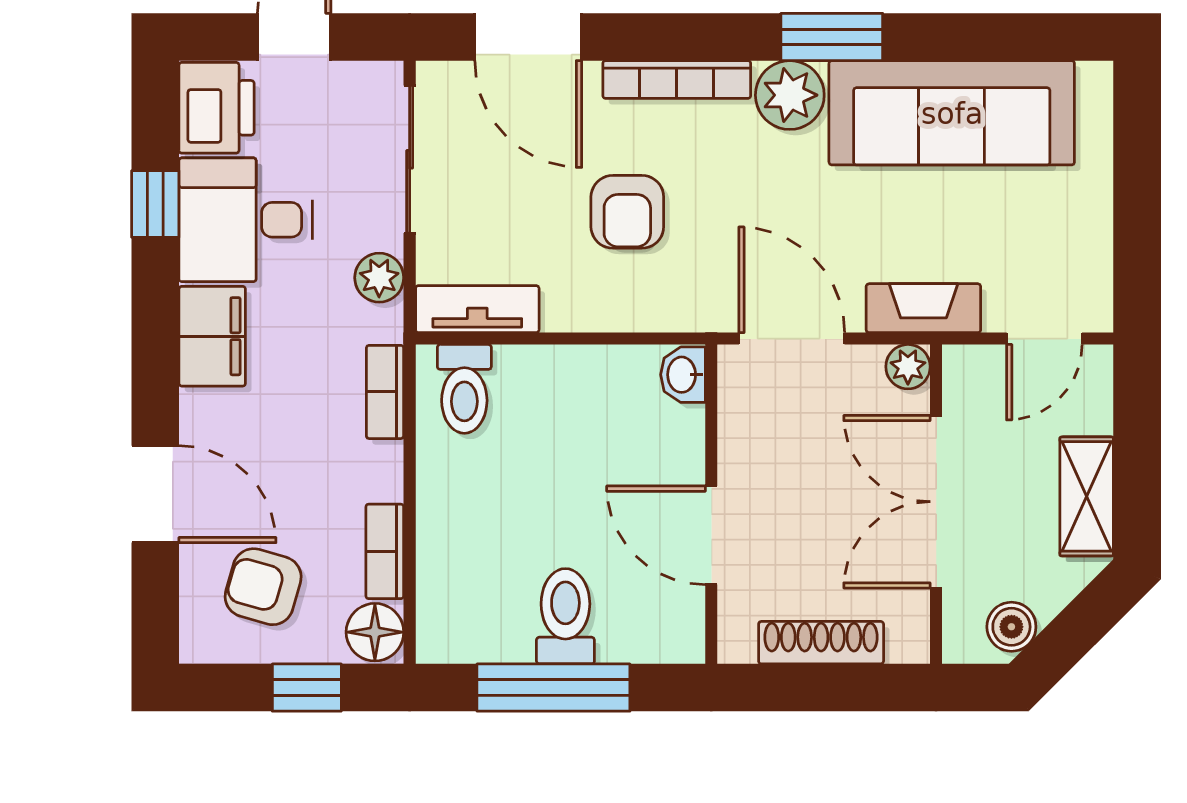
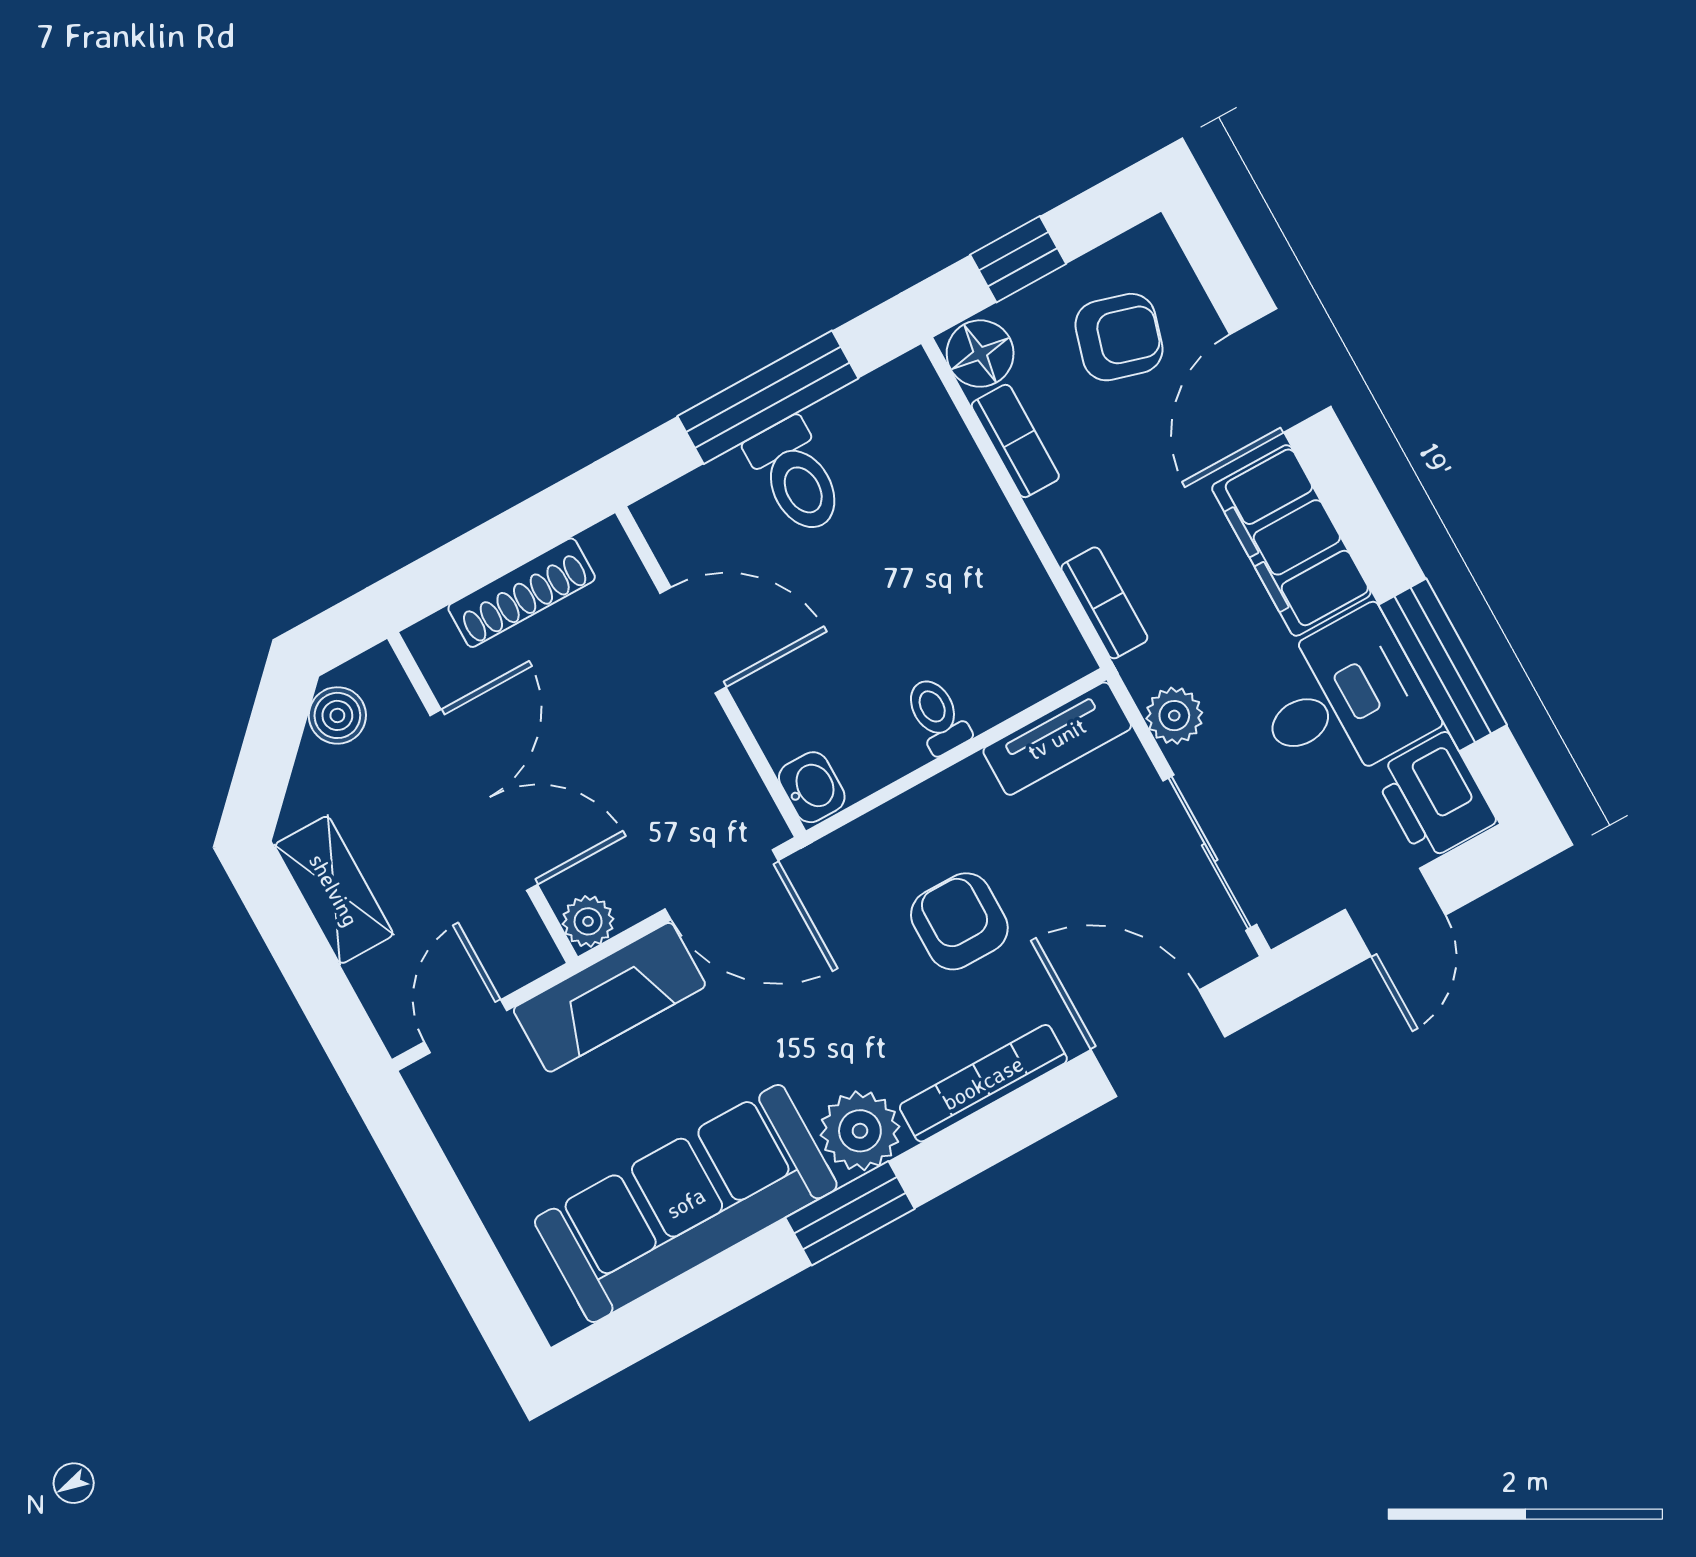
window: (155, 204) -> (1443, 665), width x2.17
fireplace: (923, 308) -> (609, 997), width x1.37, depth x1.32
filing cabinet: (212, 336) -> (1291, 540), width x1.50, depth x1.17
toilet: (464, 389) -> (937, 716), moved, width x0.73, depth x0.72
door: (155, 494) -> (1280, 370), hinge flipped

